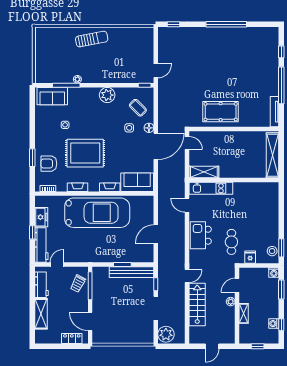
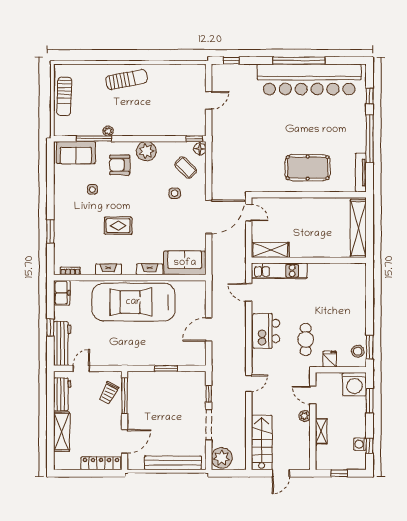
bar counter: (234, 39) -> (309, 79), added
sun lounger: (43, 52) -> (64, 96), added
door: (156, 71) -> (209, 100), moved
pool table: (221, 112) -> (308, 168), moved
floor lamp: (149, 128) -> (200, 149), moved
rug: (85, 153) -> (118, 226), width x0.54, depth x0.49
armchair: (49, 164) -> (120, 165), moved
car: (97, 213) -> (133, 302), turned 180
freezer: (41, 217) -> (62, 293), moved
bench: (132, 272) -> (173, 463), moved
washing machine: (274, 272) -> (354, 384), width x1.89, depth x1.89
door: (237, 285) -> (313, 395), hinge flipped
stairs: (197, 304) -> (262, 443), moved
door: (90, 321) -> (125, 441), swing flipped
locker: (72, 338) -> (101, 463), width x1.53

